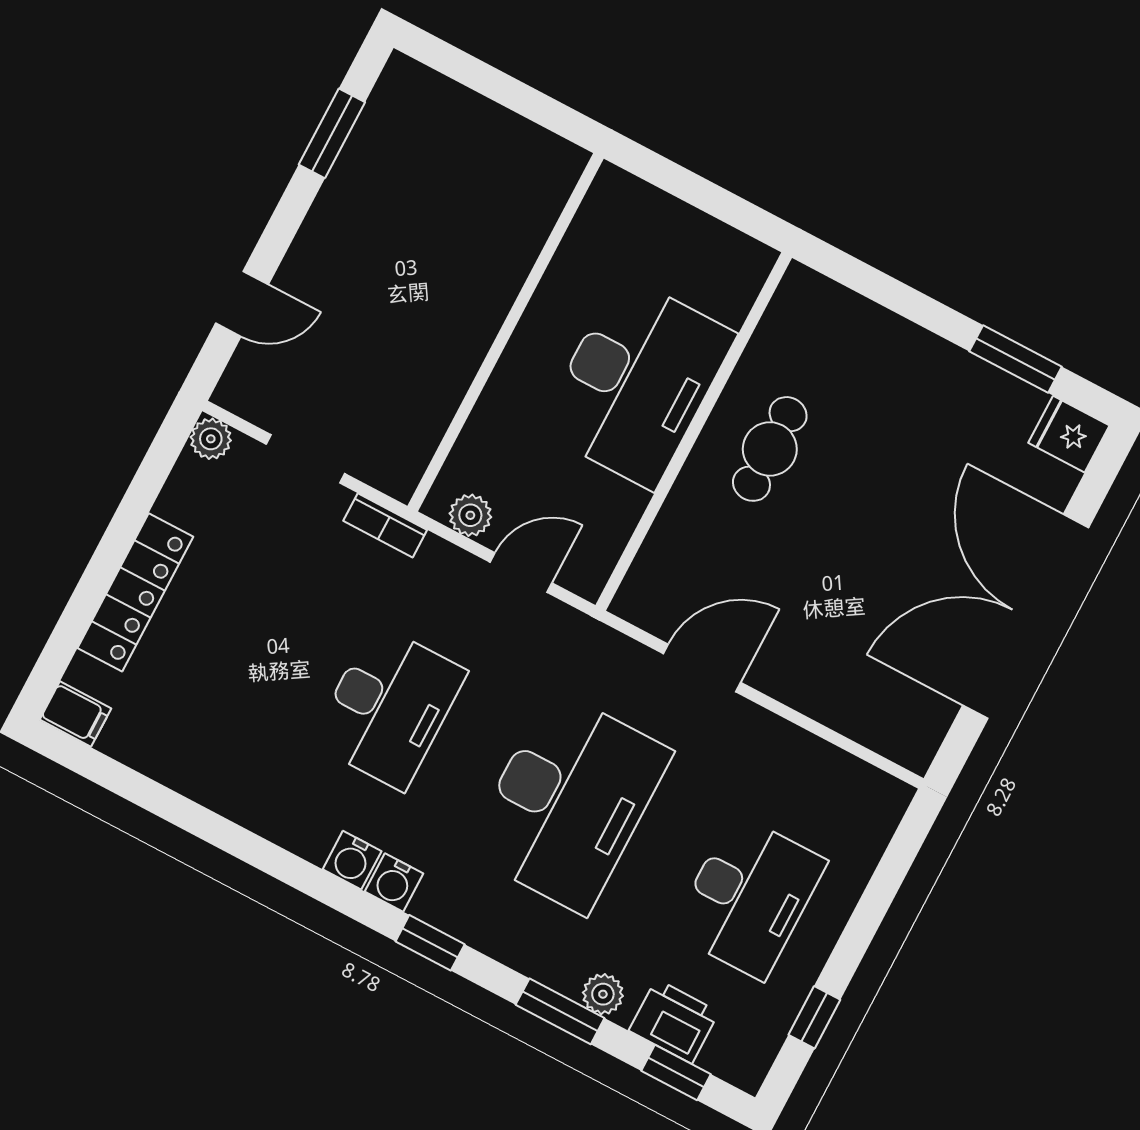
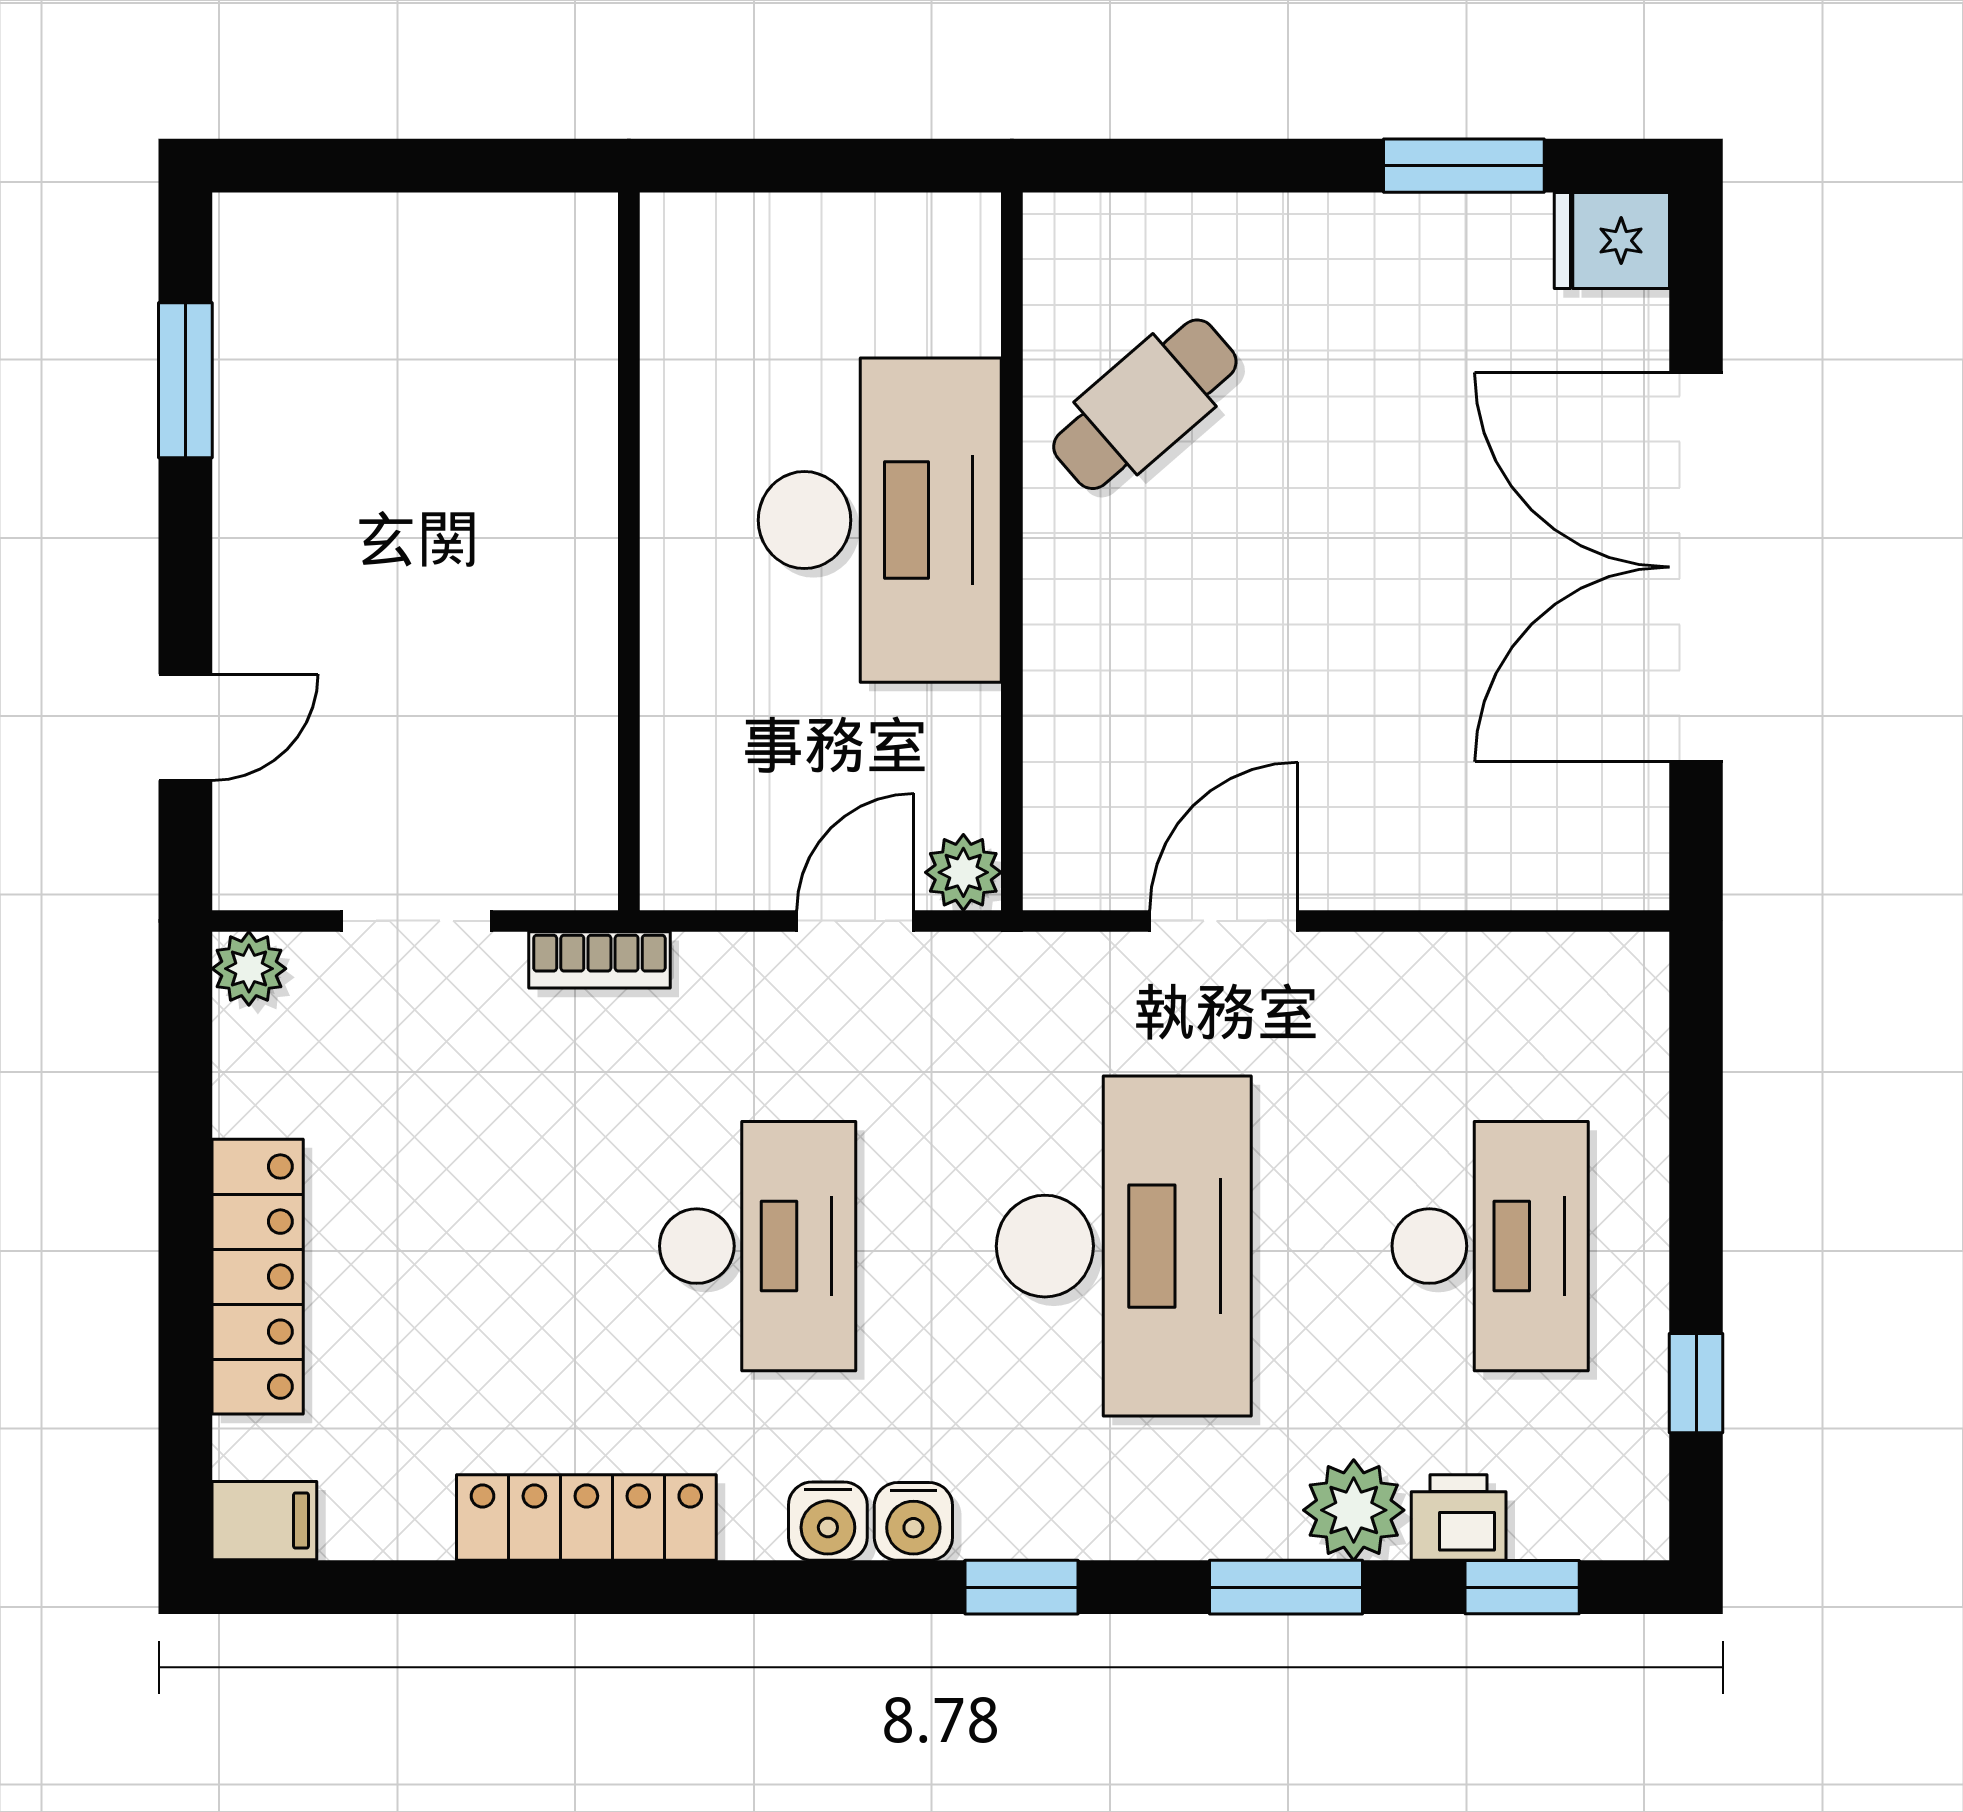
cafe table: (770, 449) -> (1145, 404), moved, turned 49
plant: (470, 515) -> (963, 872), moved
locker: (234, 796) -> (586, 1517), added
plant: (603, 994) -> (1354, 1510), width x1.38, depth x1.38
printer: (674, 1021) -> (1459, 1518), width x0.73, depth x0.81

